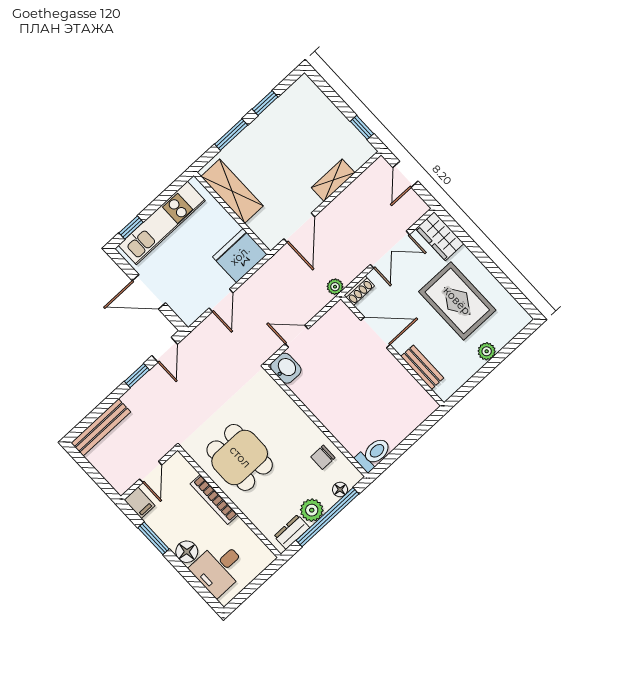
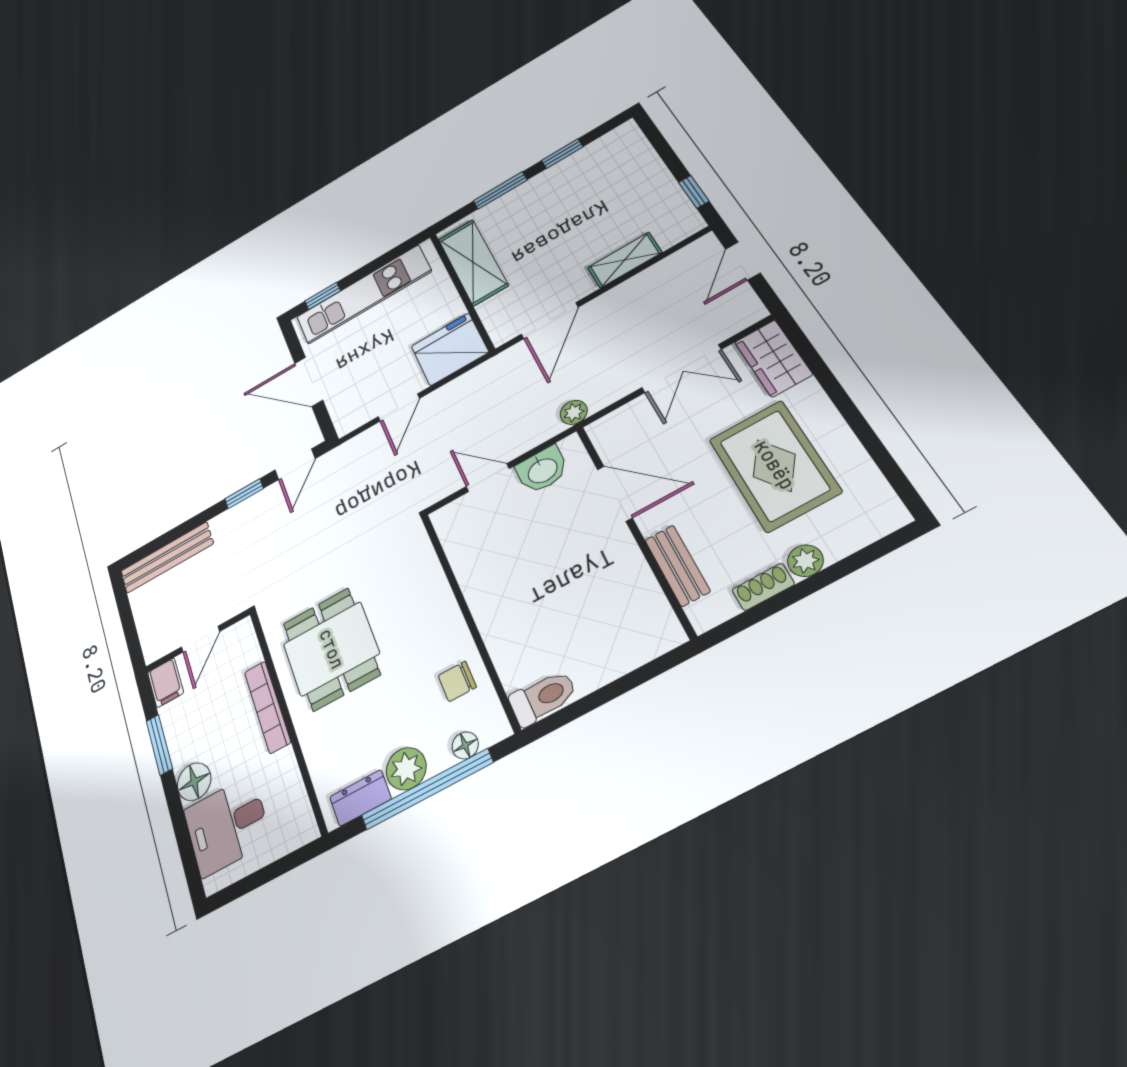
shoe rack: (359, 291) -> (763, 587), moved, turned 180
washbasin: (286, 368) -> (542, 470), moved, turned 90

